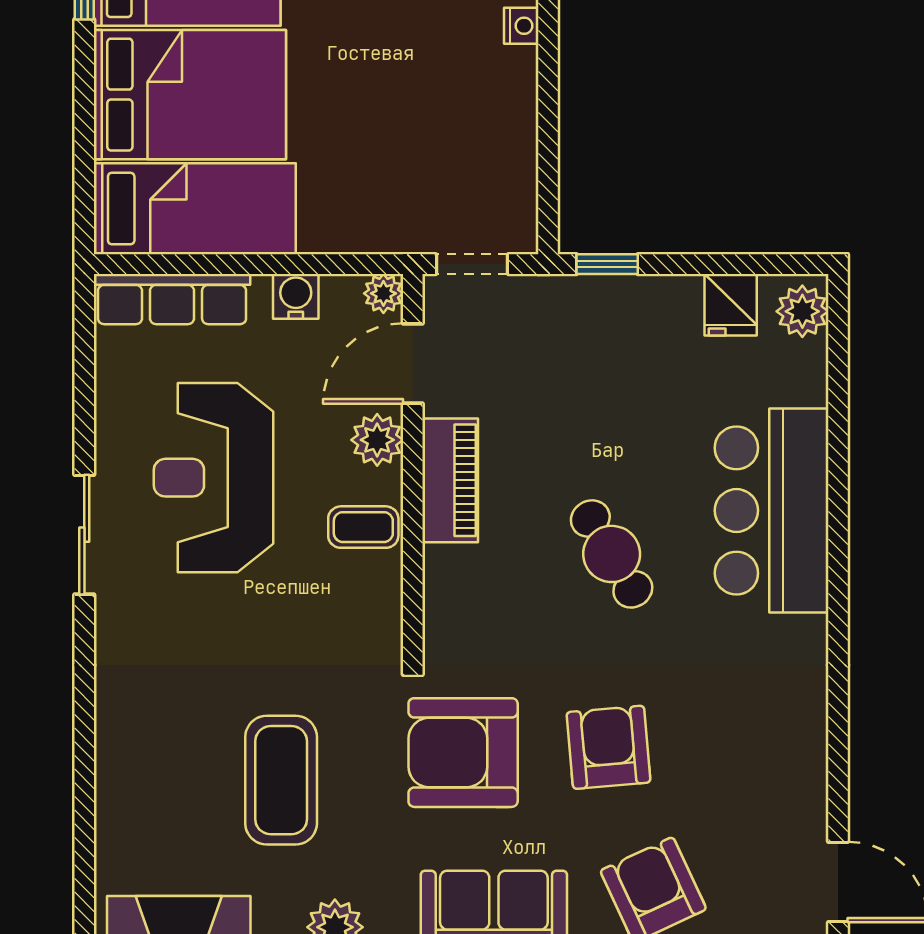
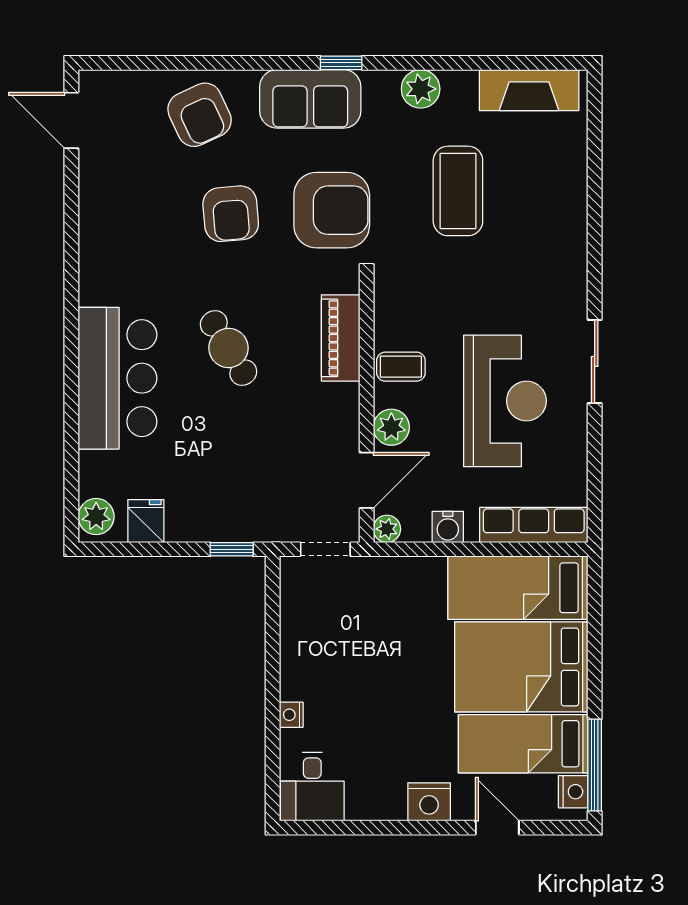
piano: (450, 480) -> (341, 338), moved

